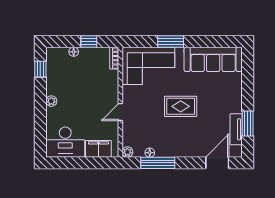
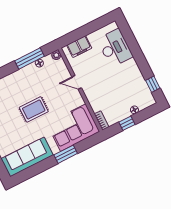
plant: (51, 101) -> (132, 64), removed
door: (120, 112) -> (77, 82), swing flipped
desk: (65, 142) -> (115, 48), moved, turned 90

